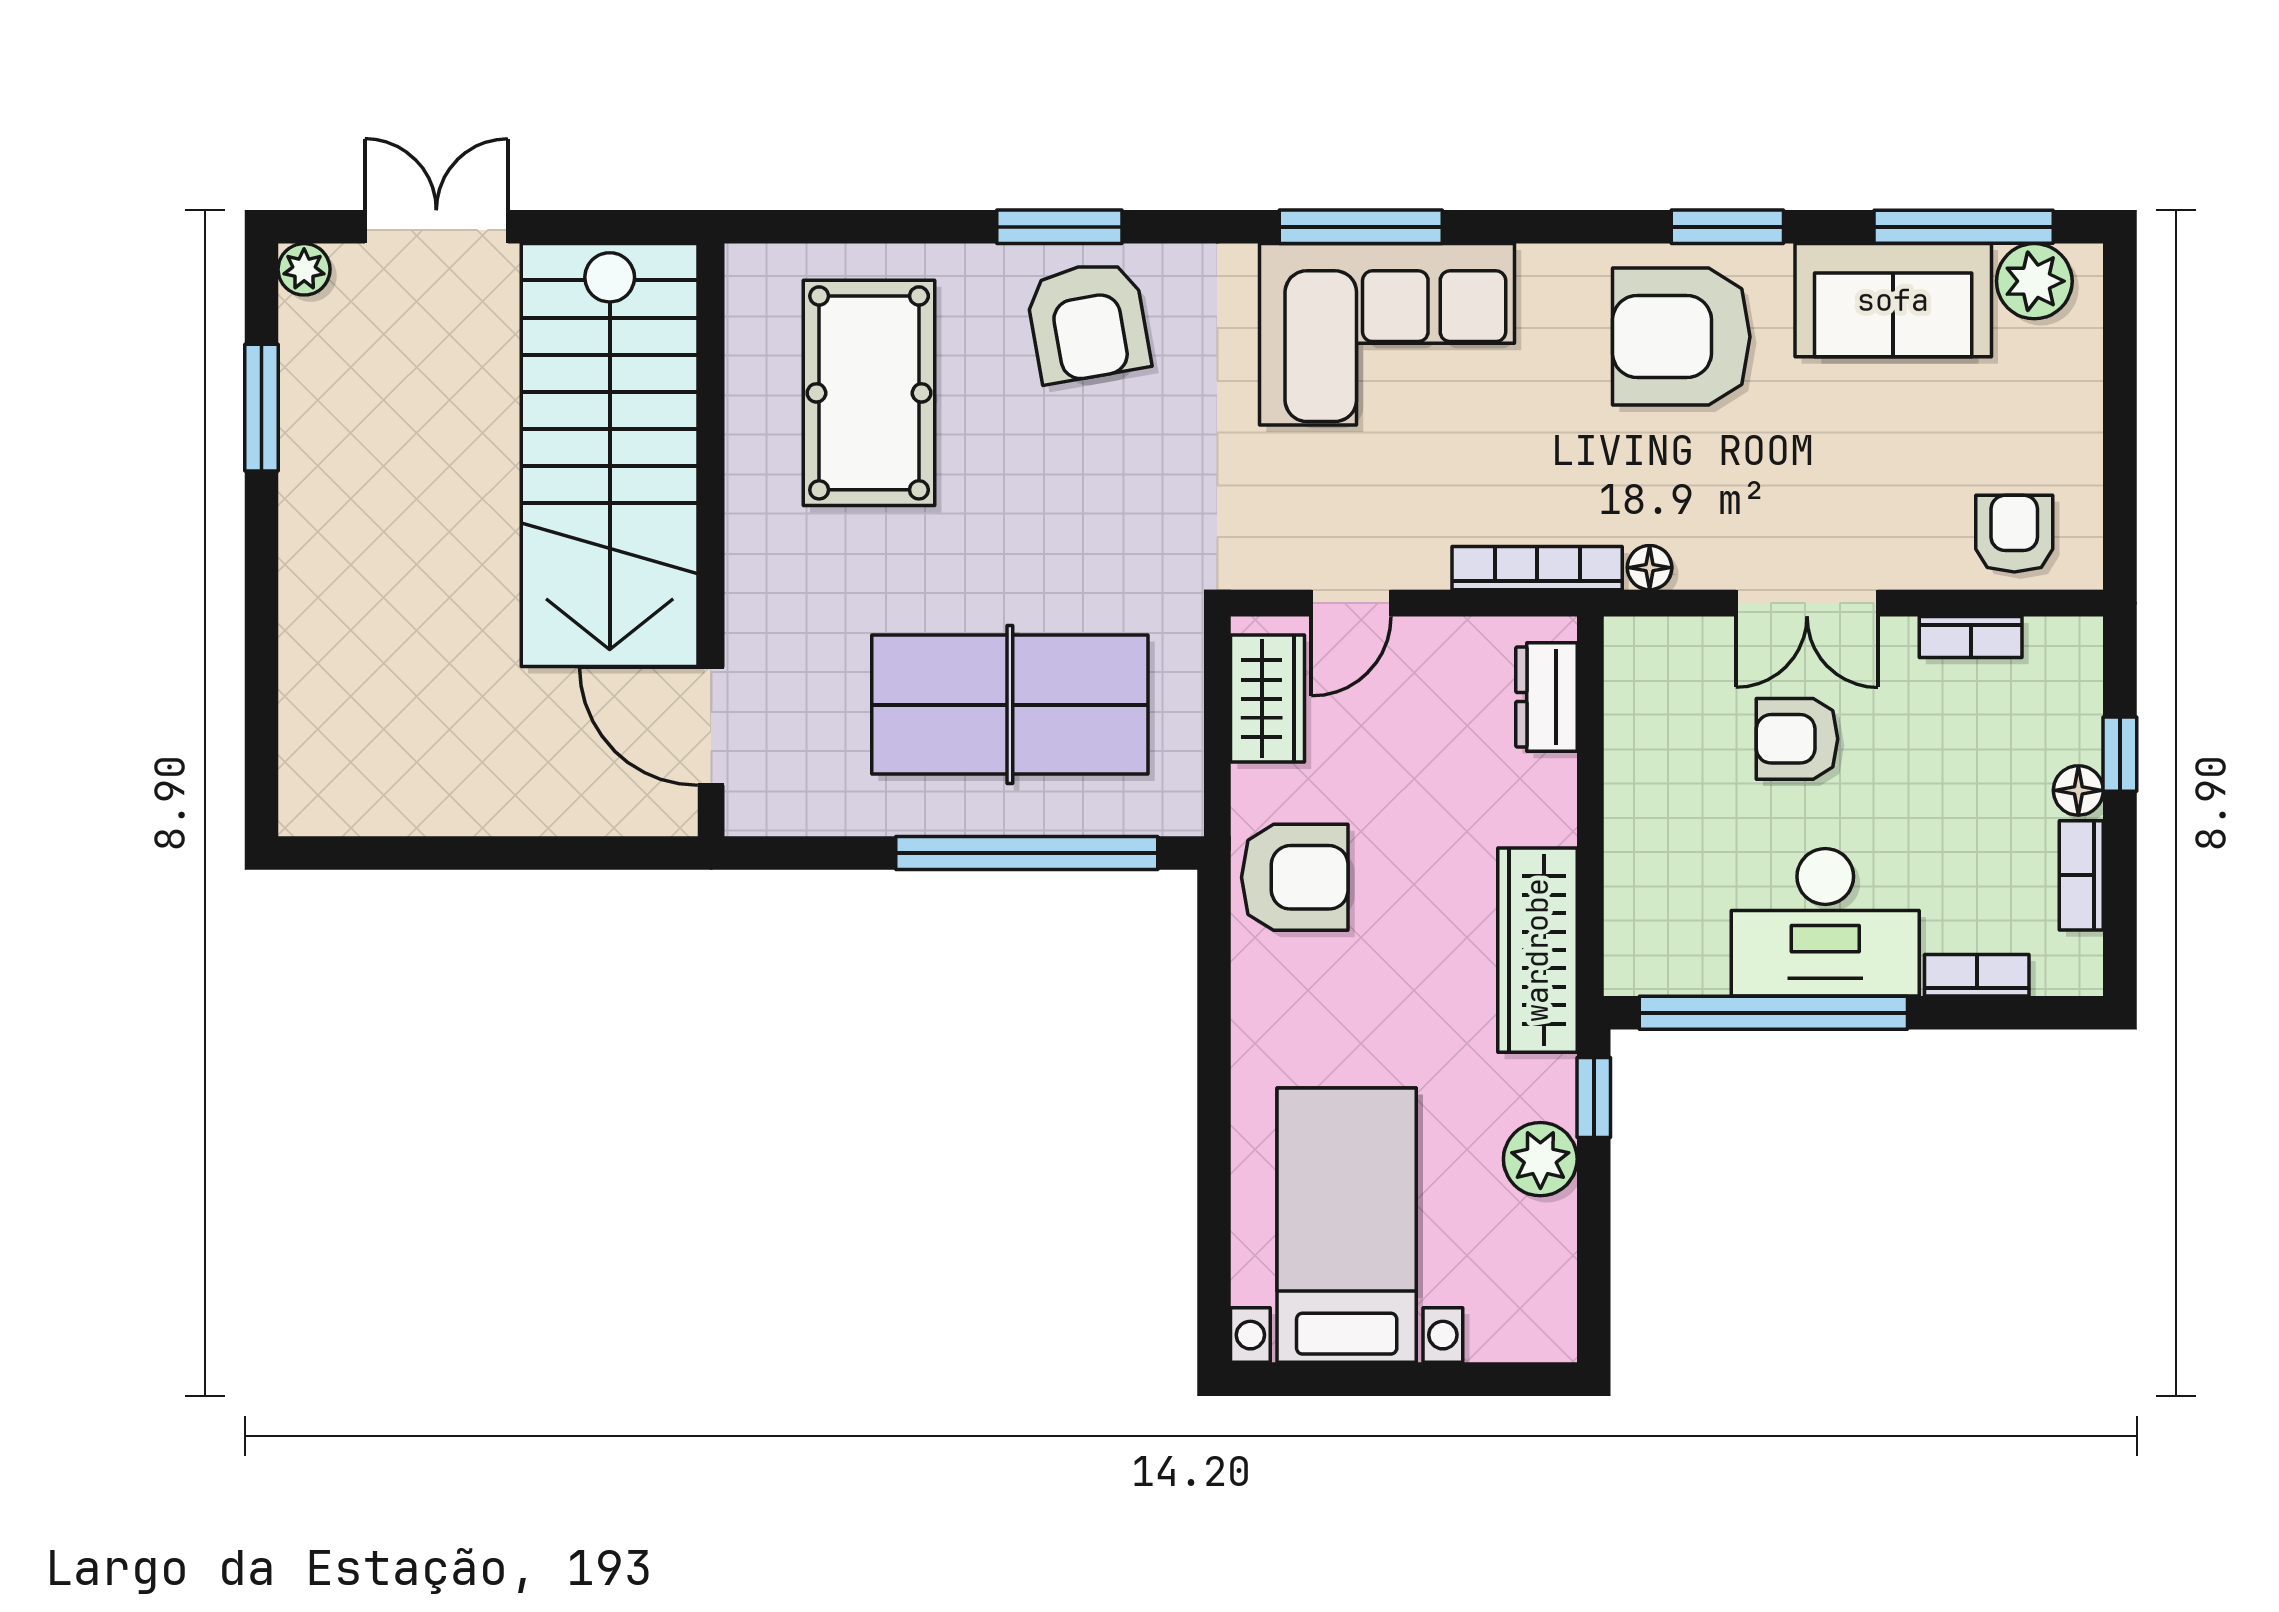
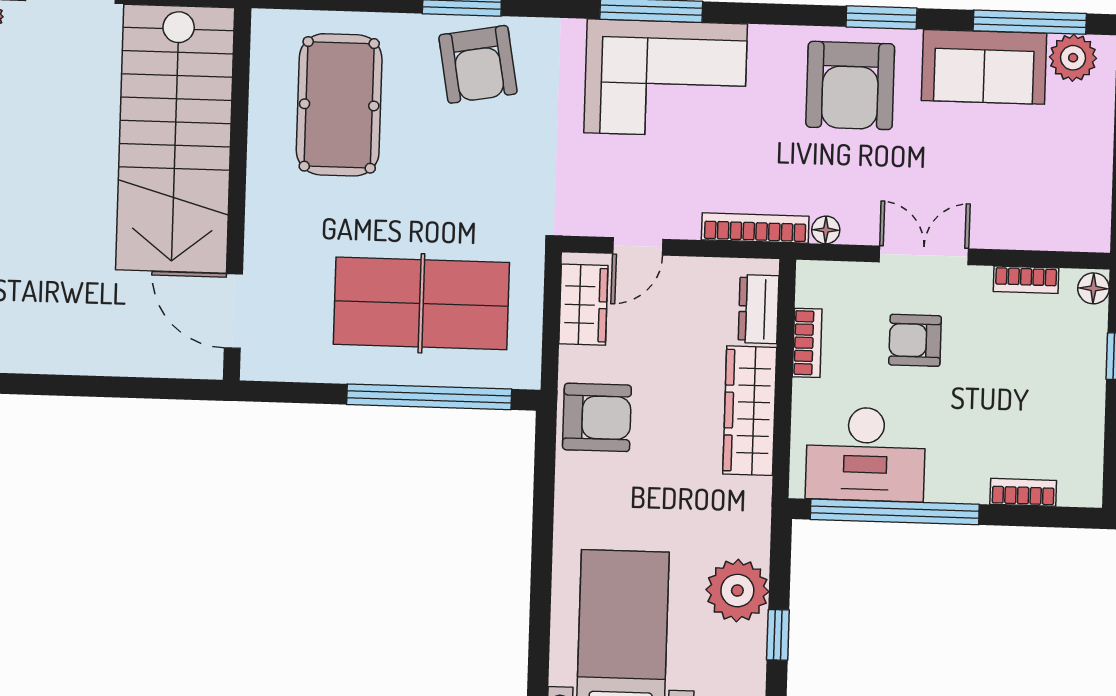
armchair: (1681, 337) -> (850, 85), turned -90
armchair: (2014, 534) -> (1055, 216), removed
double door: (1807, 603) -> (924, 255), swing flipped
floor lamp: (2078, 790) -> (1093, 288), moved
bookcase: (2081, 875) -> (807, 343), moved, turned 180
desk: (1825, 922) -> (866, 454), moved
wardrobe: (1537, 950) -> (750, 411), moved
window: (1594, 1097) -> (778, 635), moved
plant: (1540, 1159) -> (737, 591), width x1.36, depth x1.36

